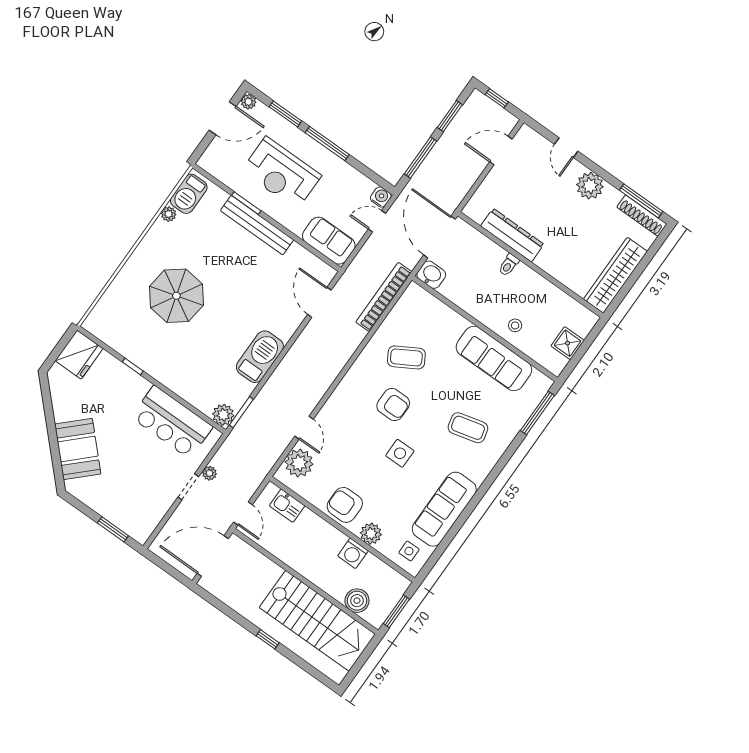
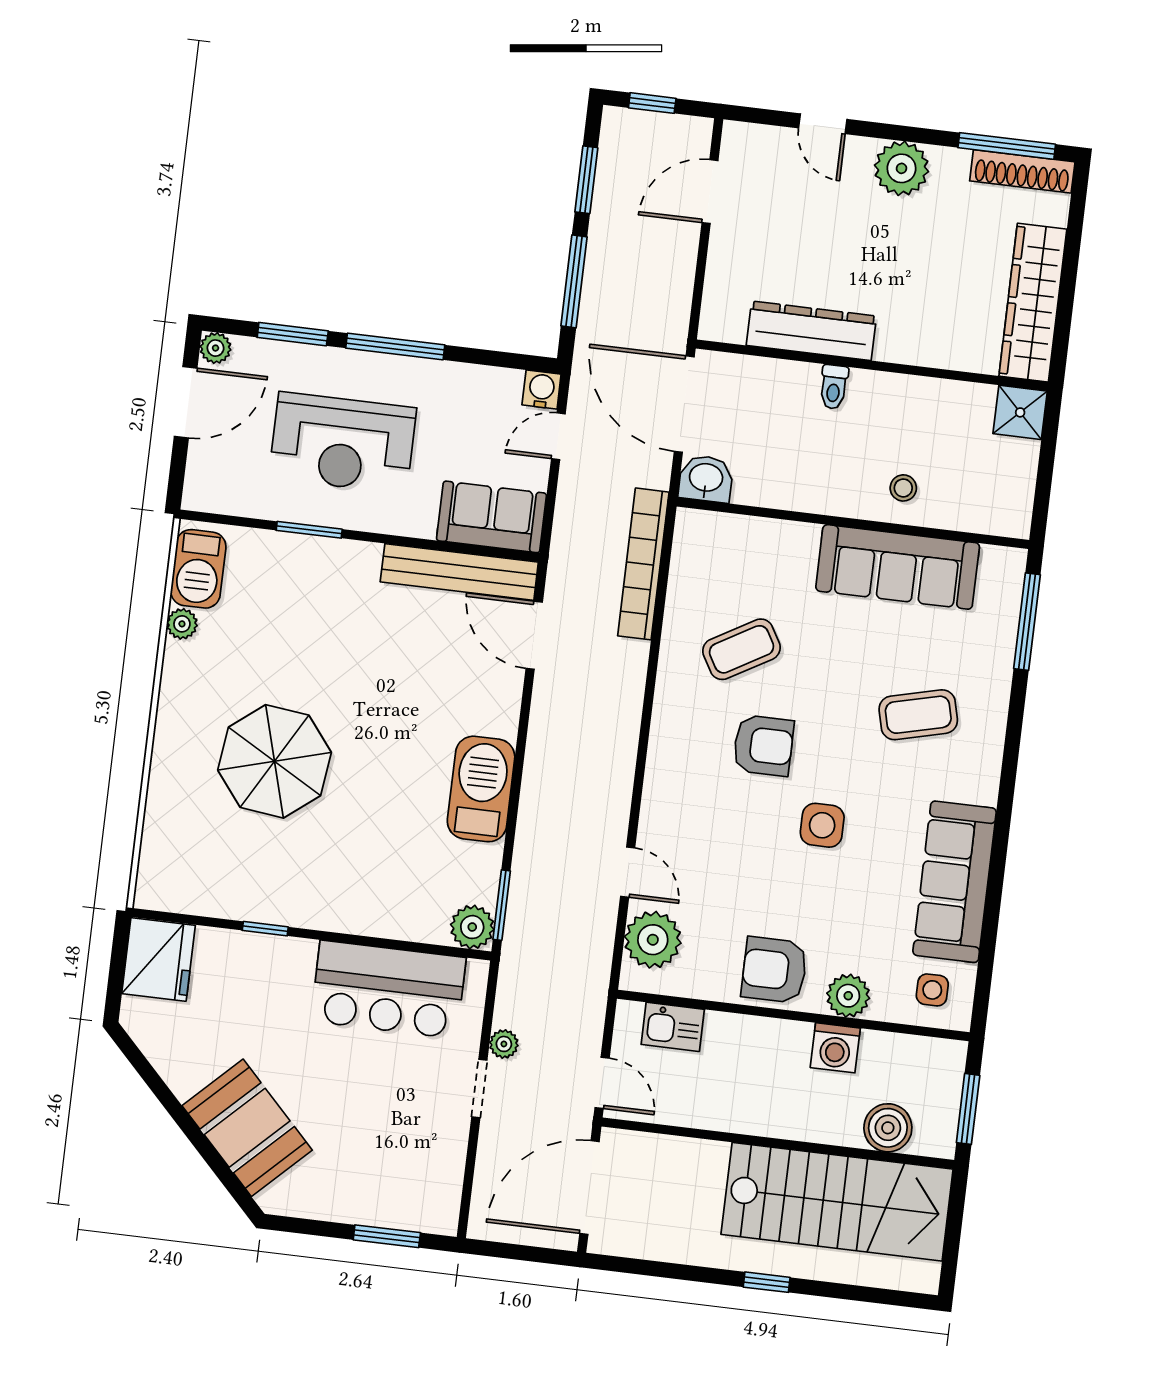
bench: (257, 225) -> (459, 572), moved
shower: (568, 343) -> (1020, 412), moved

